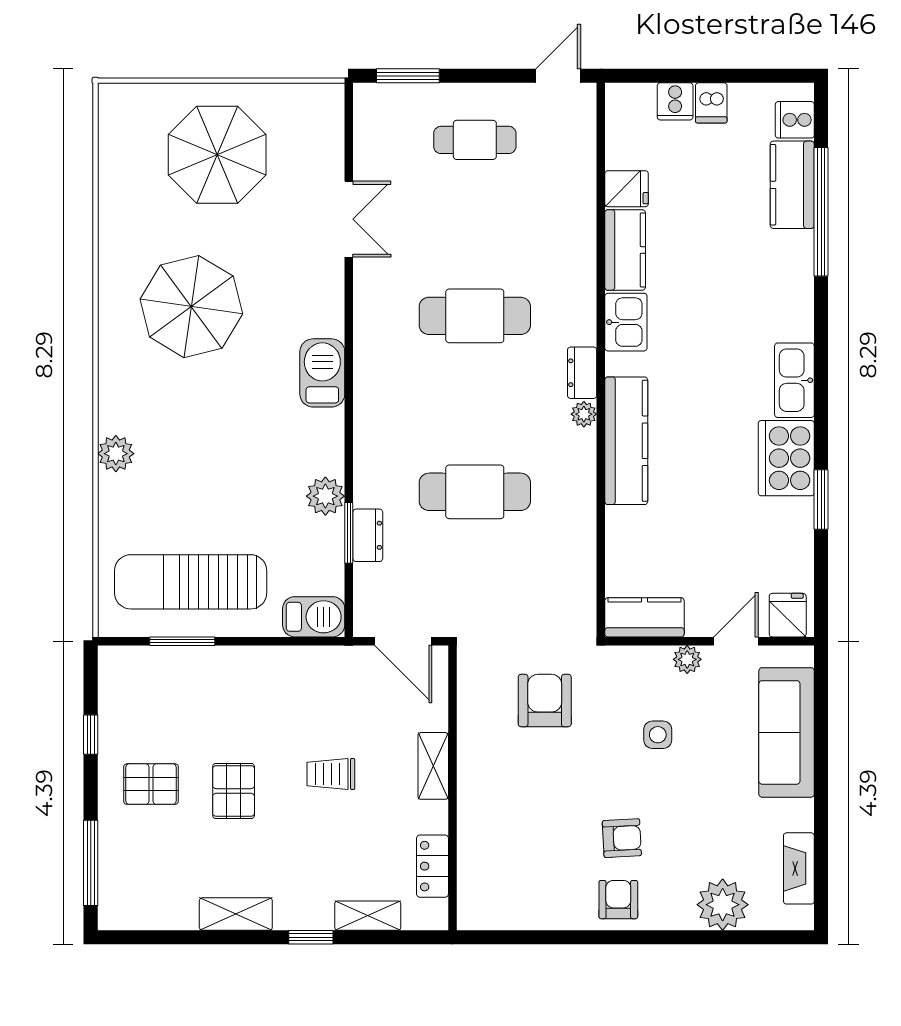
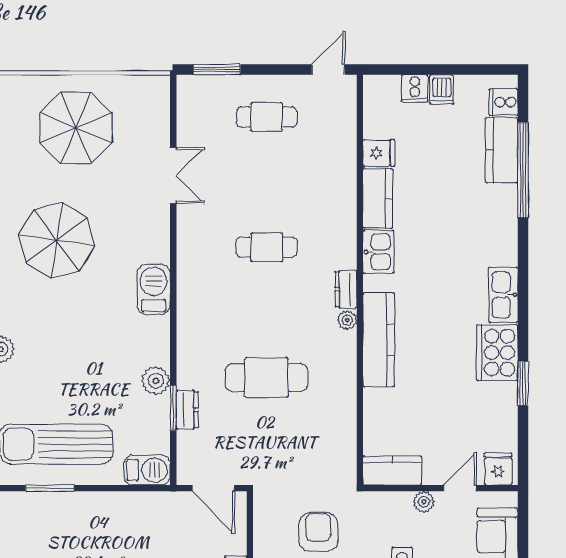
cafe table: (475, 316) -> (267, 247), width x0.73, depth x0.74

